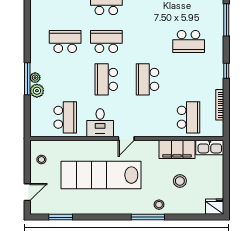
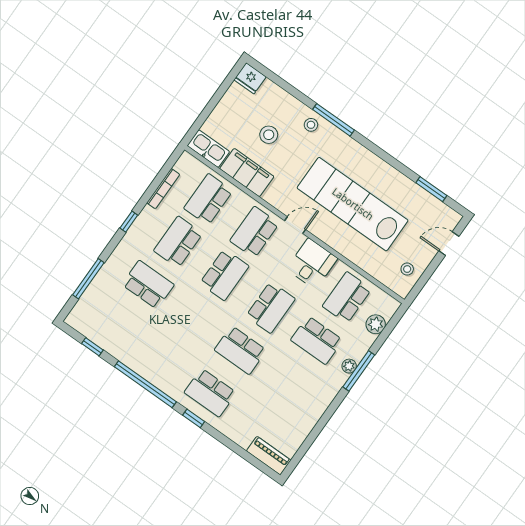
school desk: (65, 41) -> (317, 340), moved
school desk: (189, 79) -> (178, 242), added
plant: (37, 91) -> (376, 324), moved
school desk: (147, 117) -> (255, 232), added
lab bench: (101, 175) -> (353, 204), turned 180

